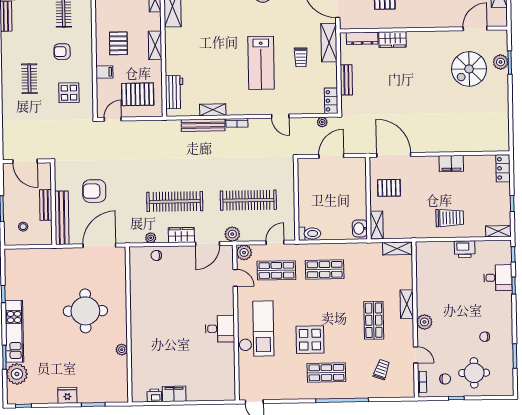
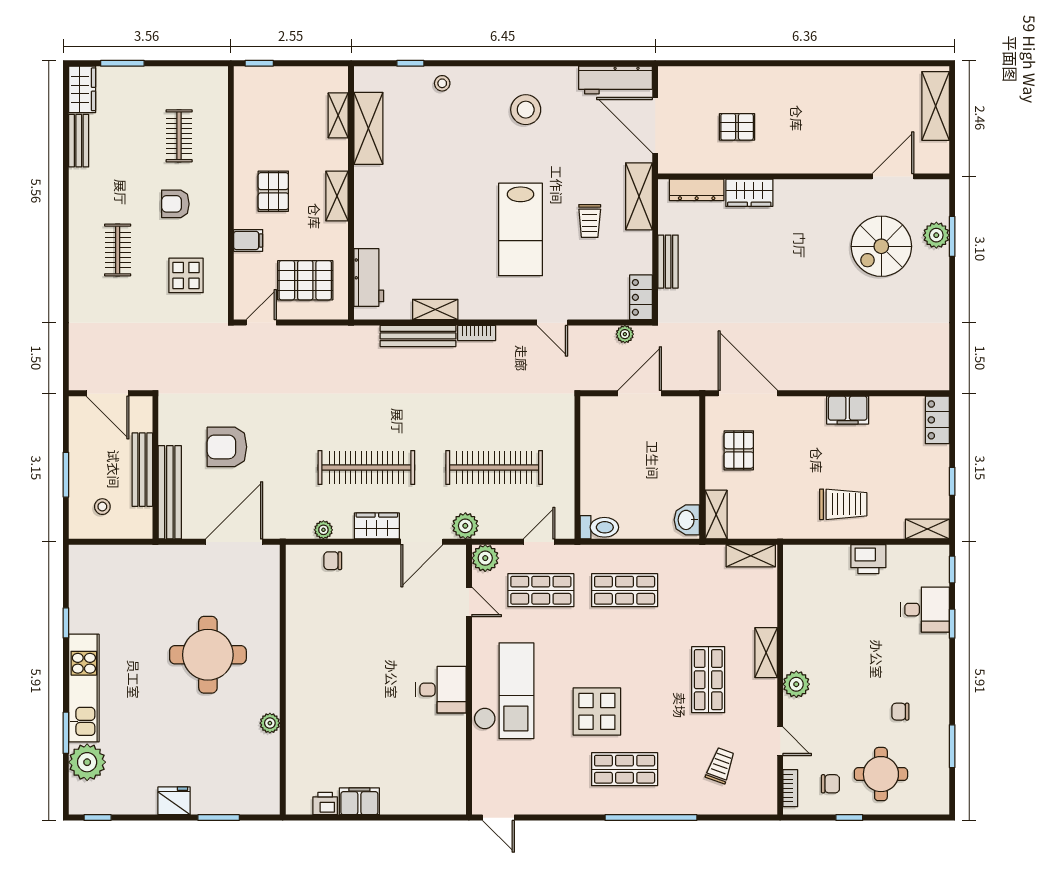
pallet: (389, 188) -> (739, 450), turned 90
bench: (46, 205) -> (142, 470), width x1.36

